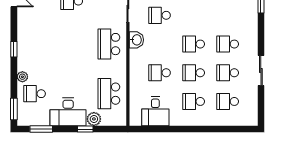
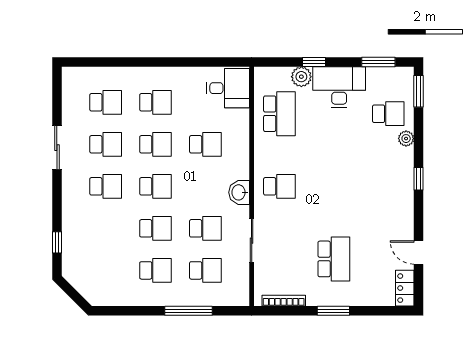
school desk: (194, 15) -> (155, 228), added
school desk: (109, 44) -> (279, 186), width x0.54
desk: (155, 111) -> (228, 88), moved, turned 90

